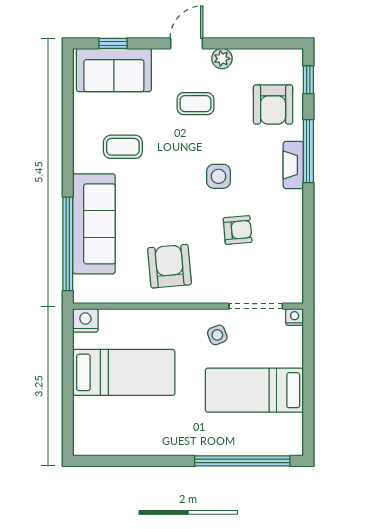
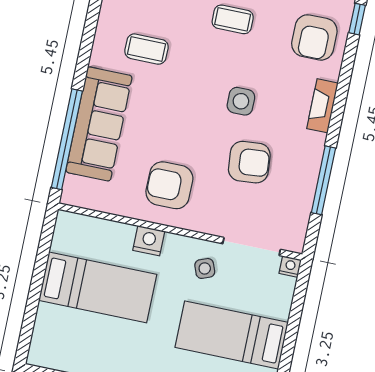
window: (308, 151) -> (323, 180), moved
armchair: (238, 230) -> (249, 162), width x1.38, depth x1.38
armchair: (169, 266) -> (169, 185), turned -85
nightstand: (85, 320) -> (149, 241), moved

